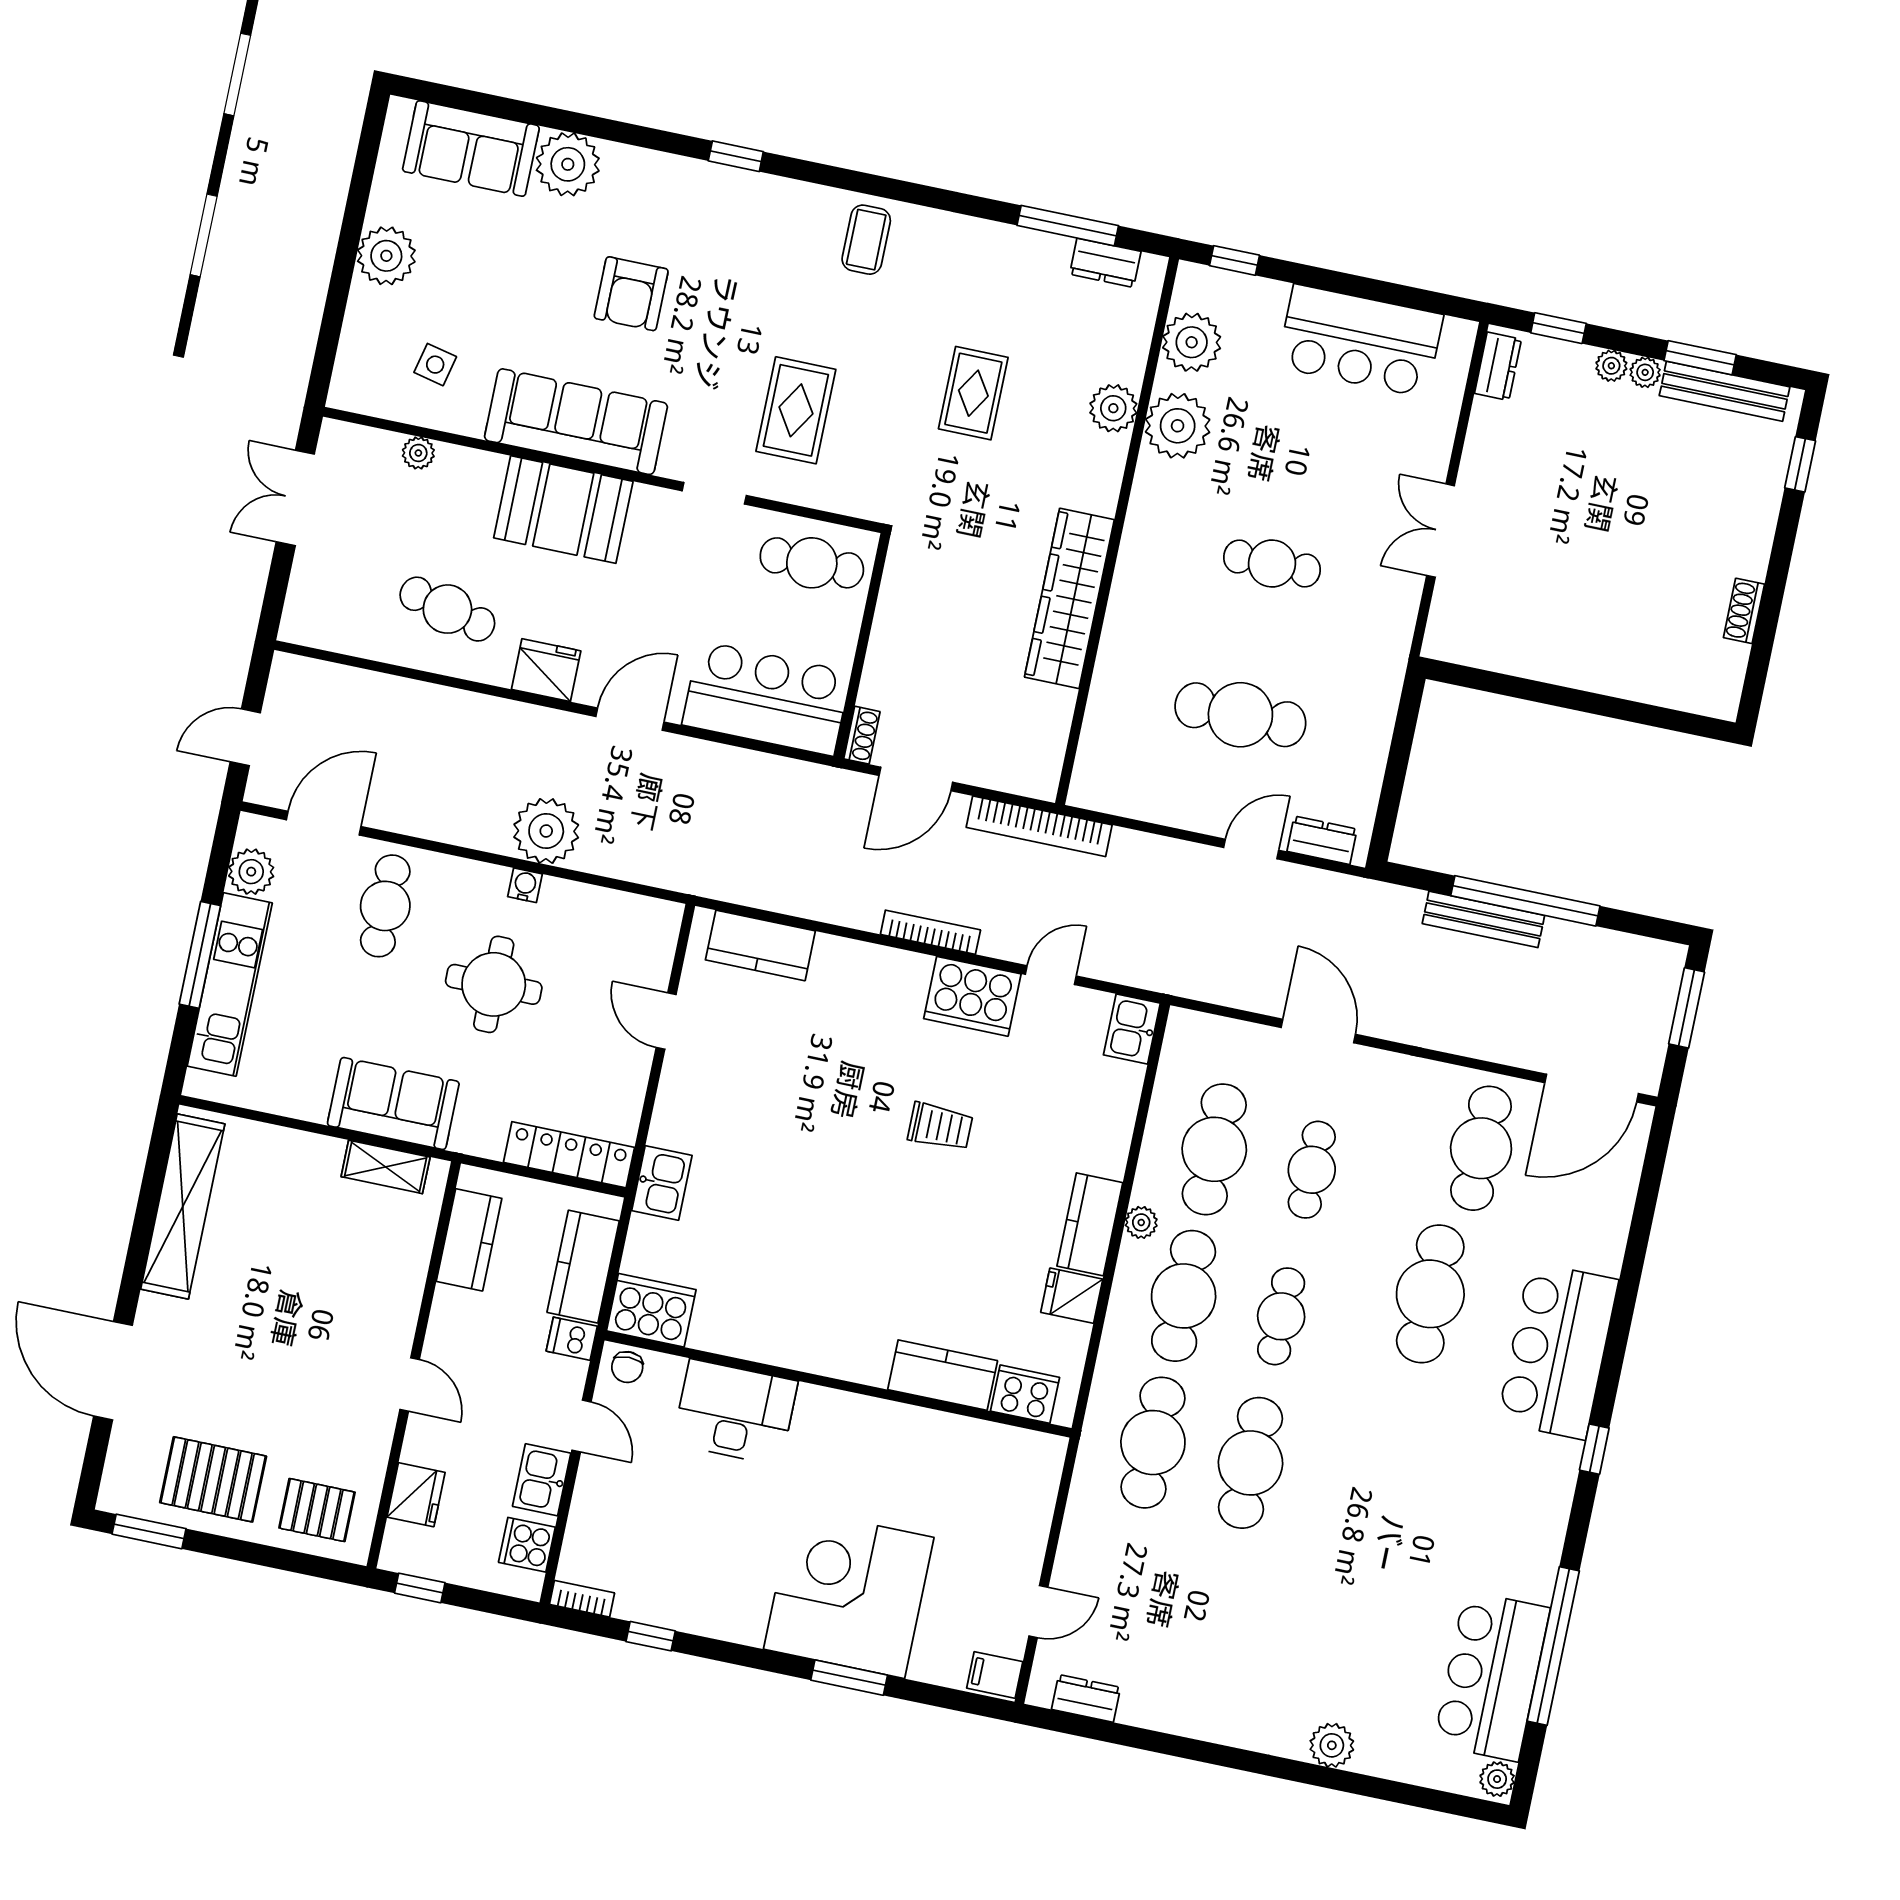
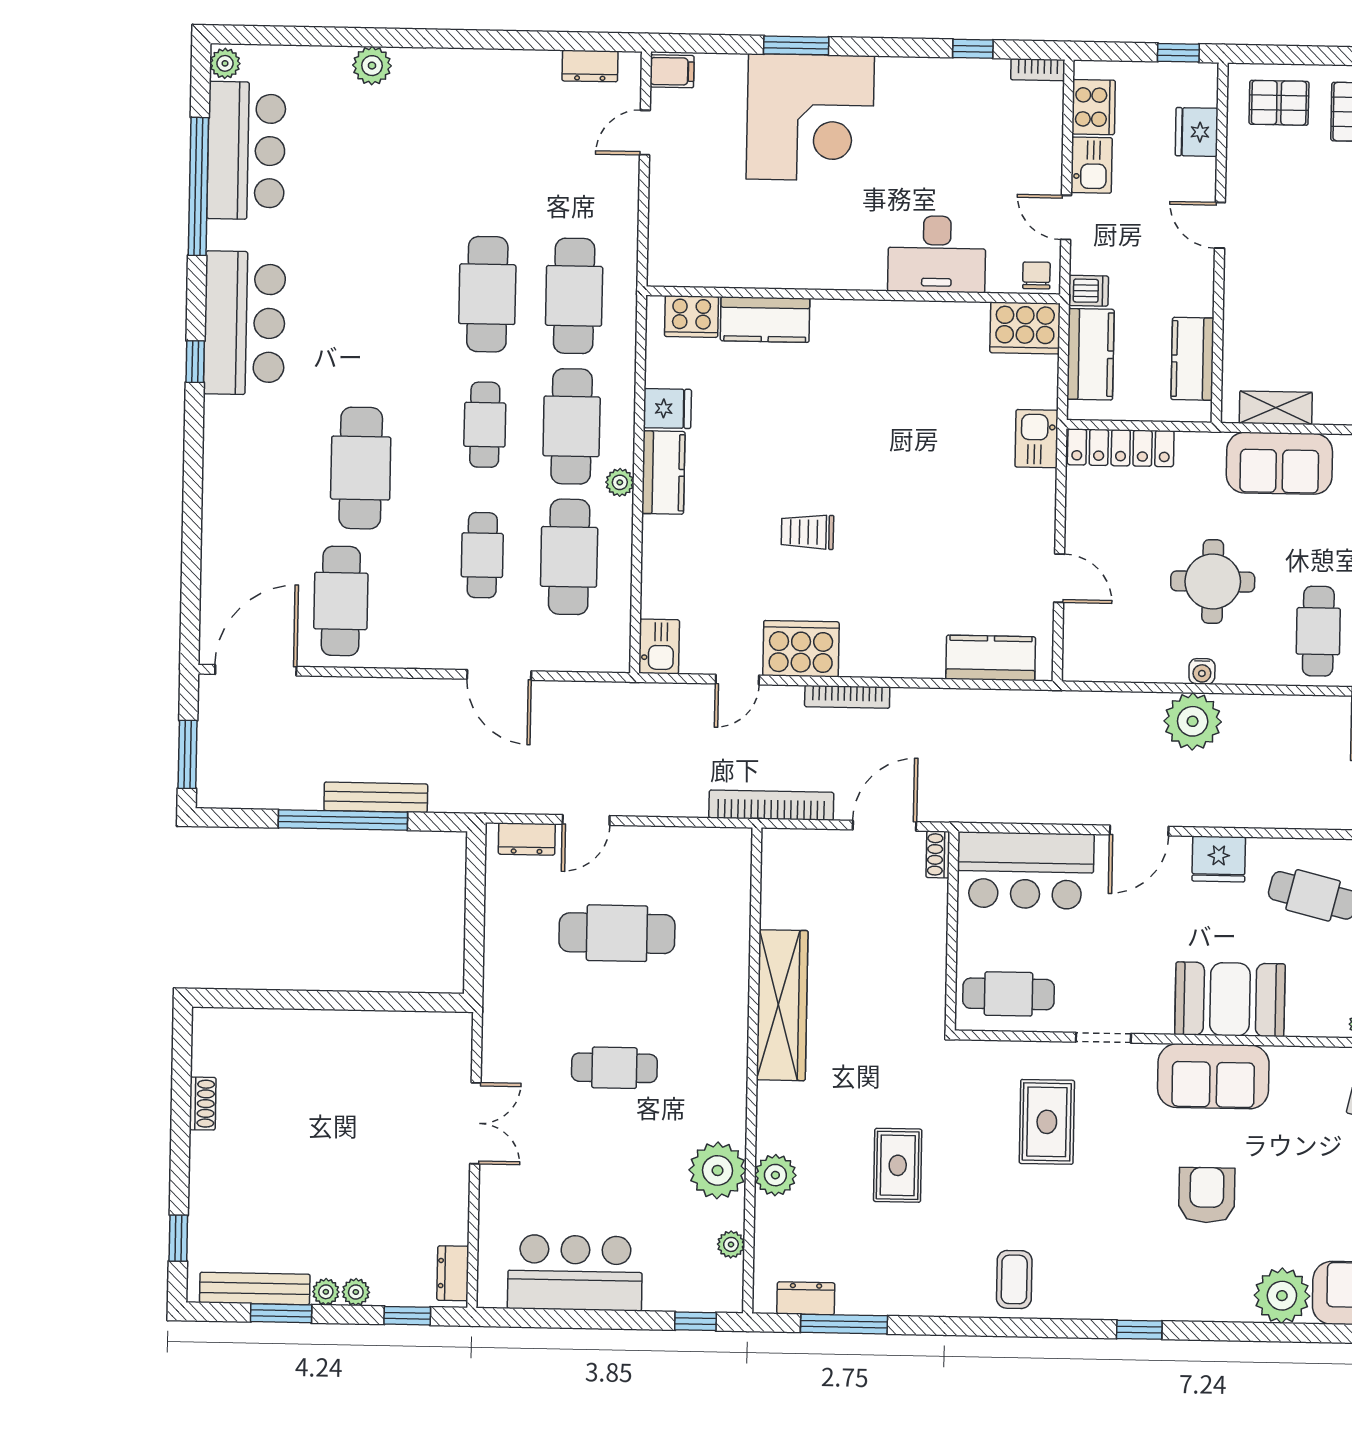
plant: (1192, 342) -> (731, 1244), width x0.53, depth x0.53
sofa: (576, 422) -> (1213, 1076), width x0.73
bar counter: (1558, 1351) -> (245, 323), moved
cooker: (527, 1545) -> (1094, 107), width x1.36

